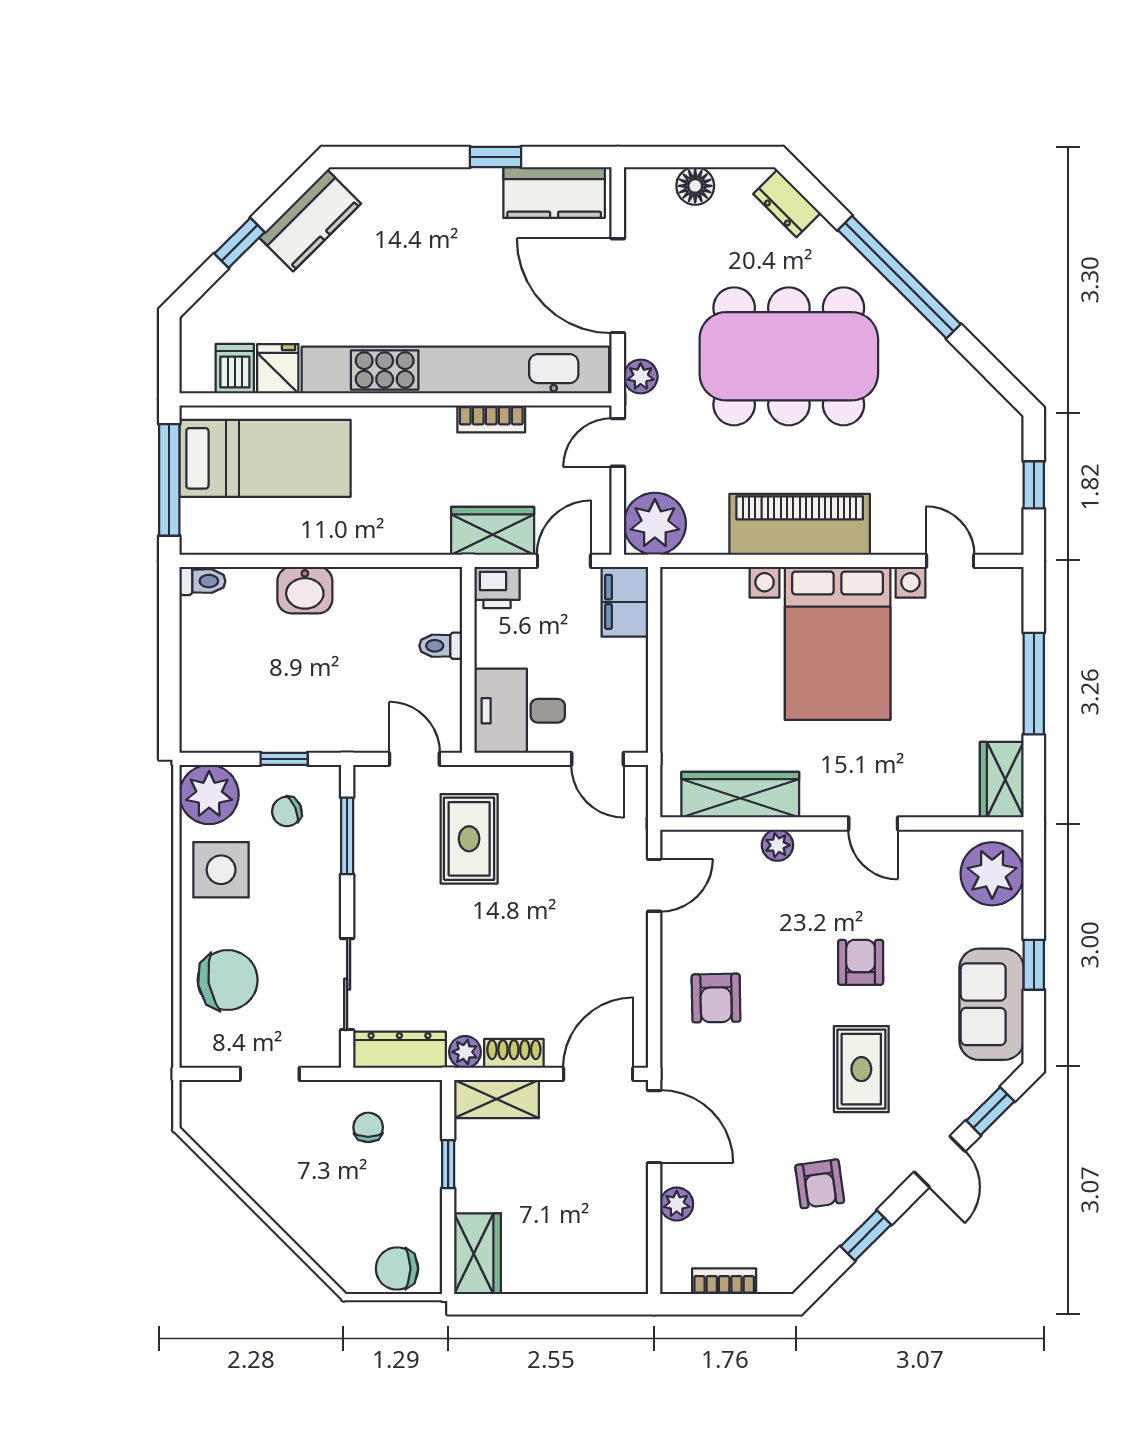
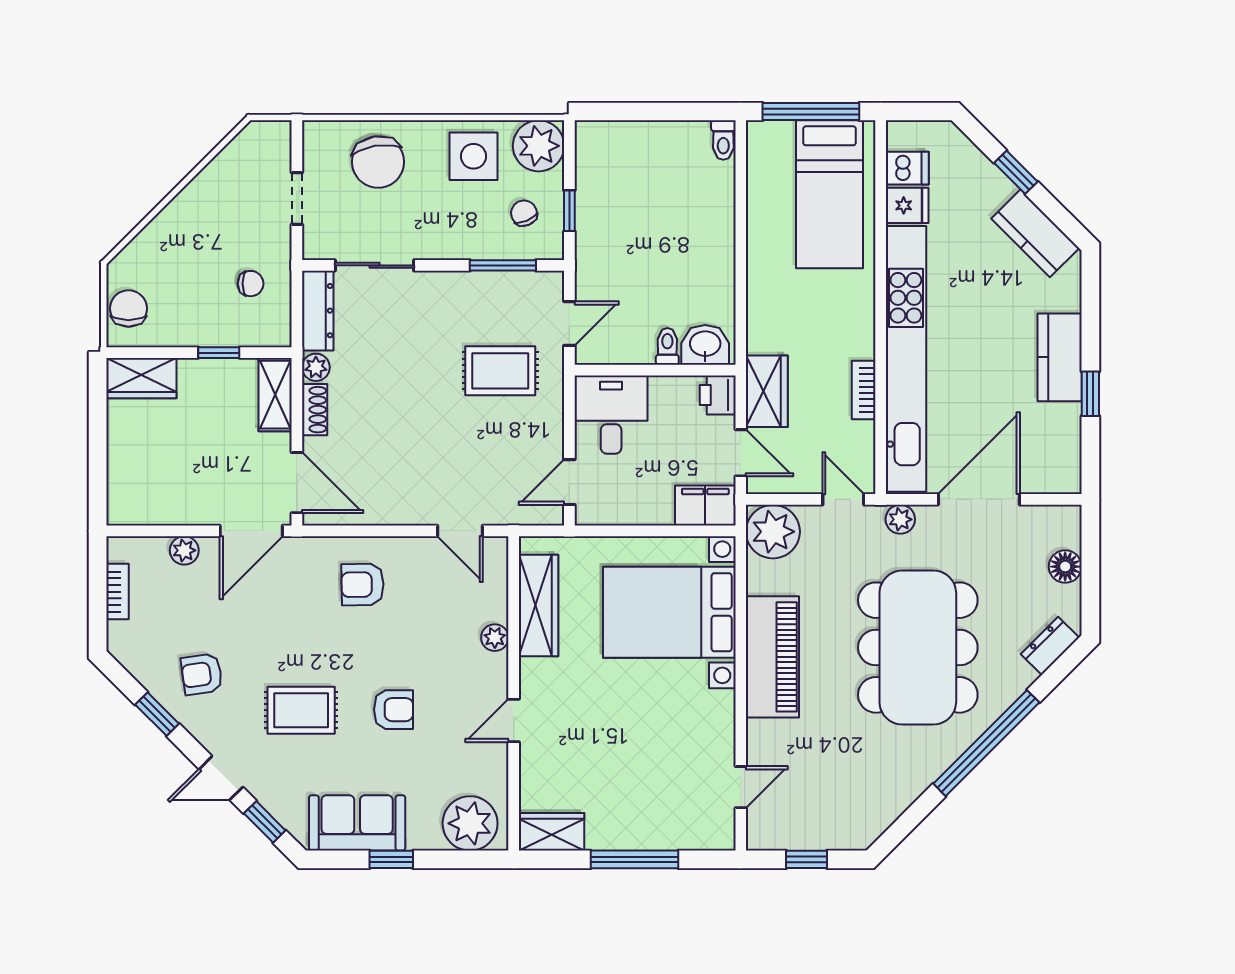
kitchen counter: (554, 192) -> (1060, 357), moved
washbasin: (305, 590) -> (705, 345), moved, turned 90
bed with nightstands: (838, 643) -> (669, 612), moved

